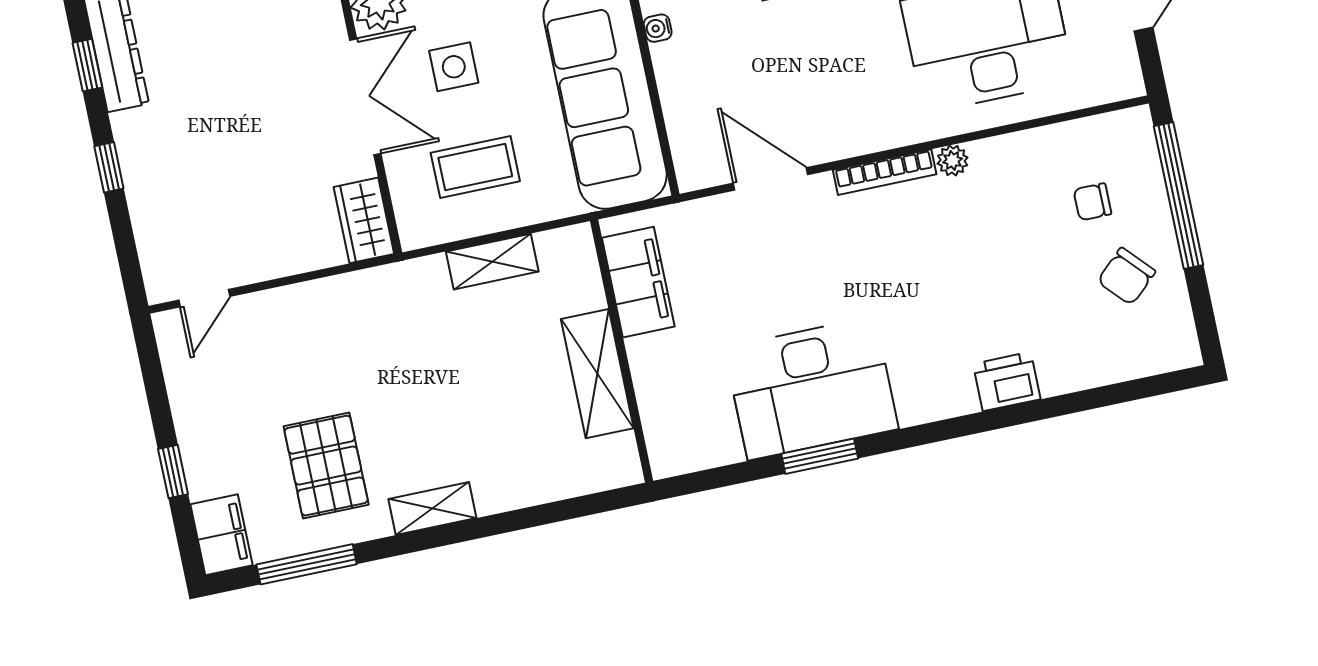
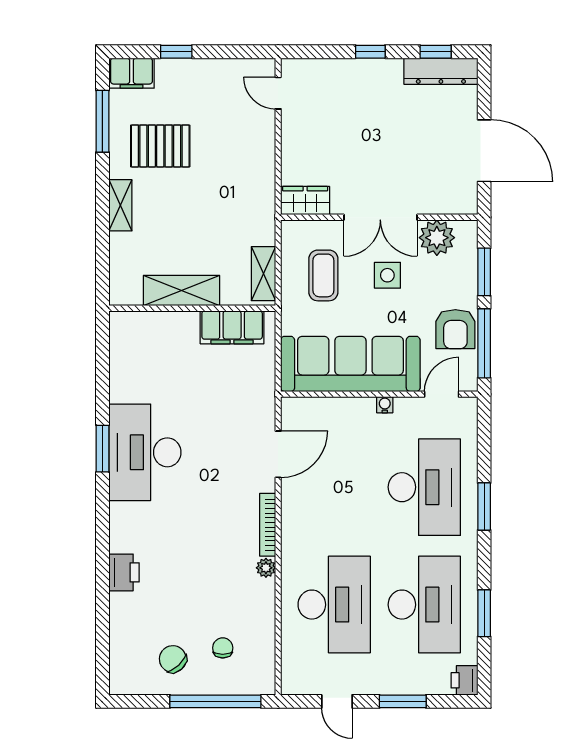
filing cabinet: (638, 282) -> (232, 327), moved
wall: (622, 351) -> (192, 308), moved
shelving: (597, 374) -> (182, 291), moved

